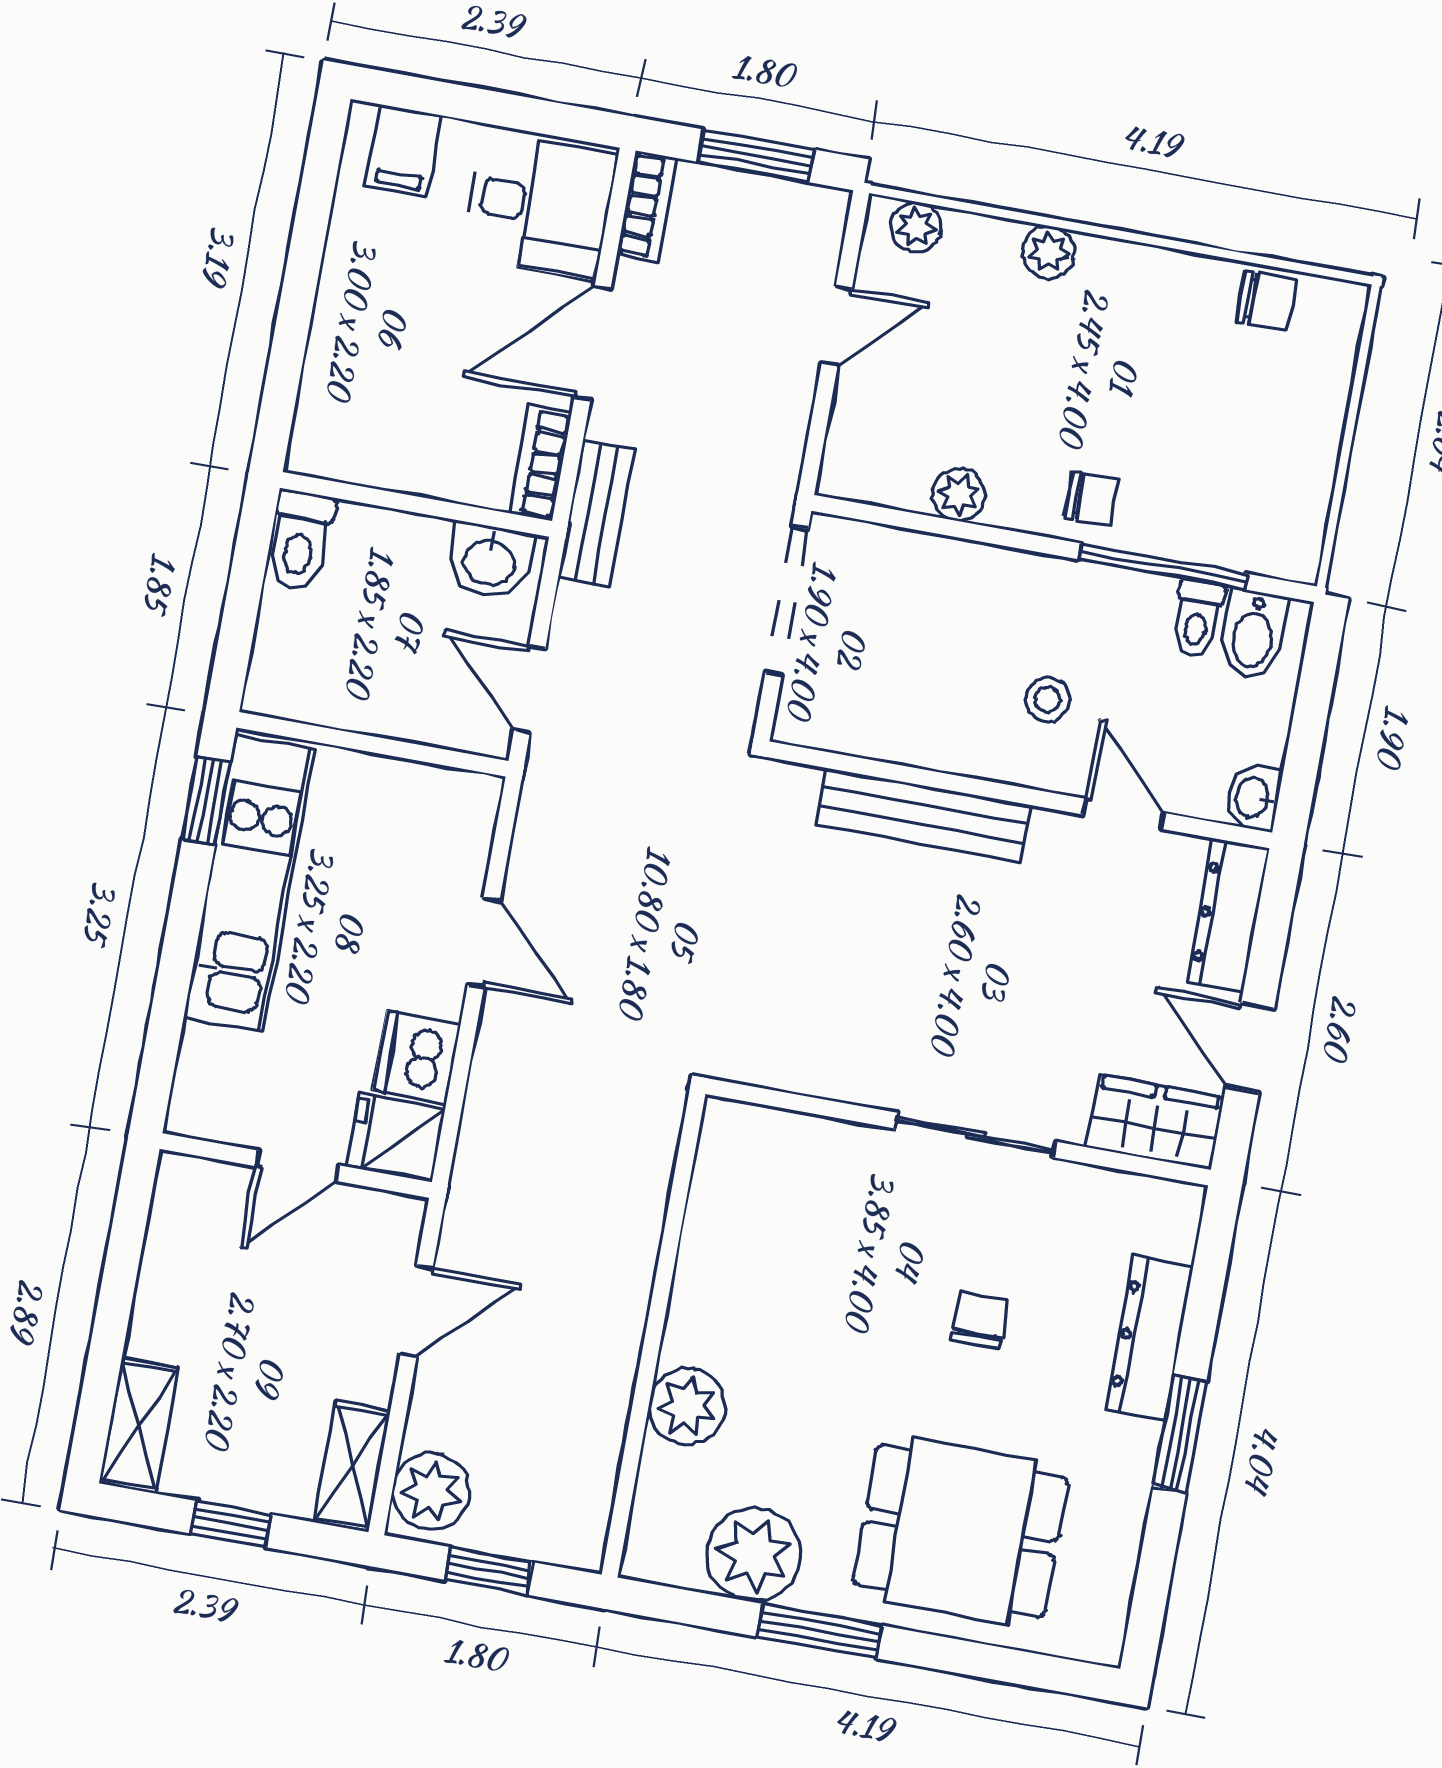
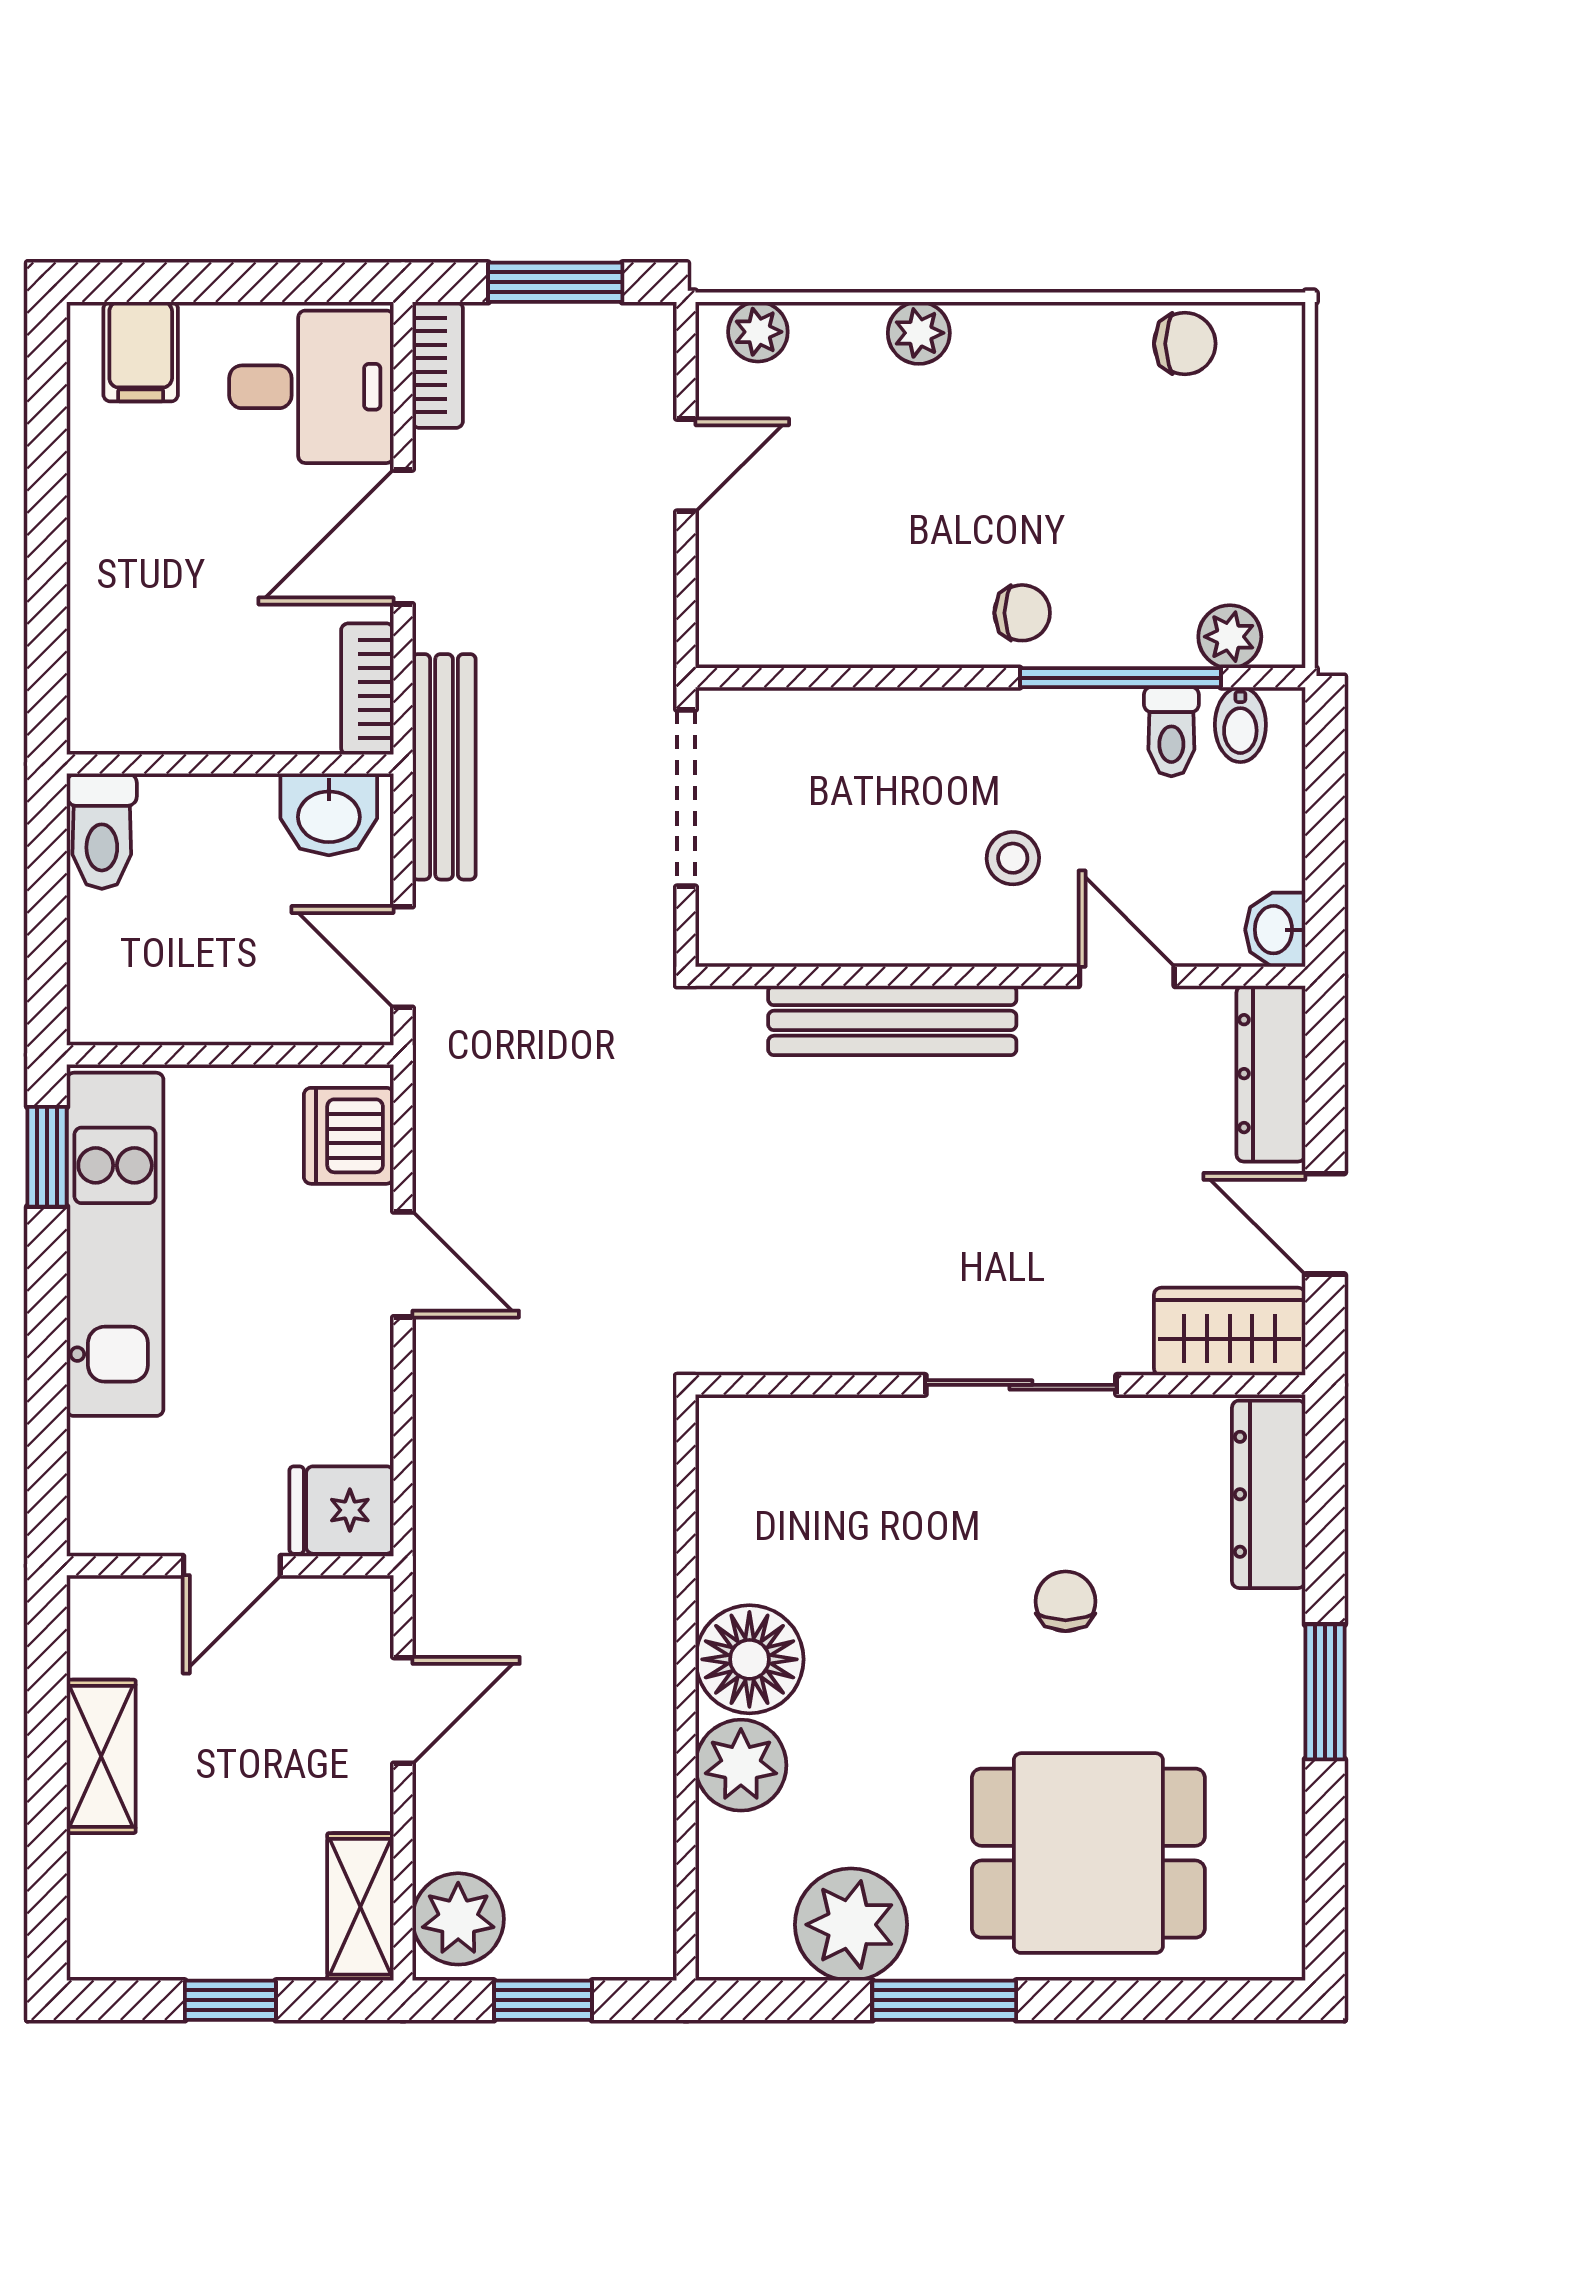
plant: (959, 494) -> (1230, 637), moved
bench: (596, 514) -> (444, 767), width x1.36
bidet: (1253, 634) -> (1240, 725), width x0.72, depth x0.74
dishwasher: (417, 1057) -> (349, 1136), moved
floor lamp: (710, 1321) -> (749, 1659), added
dresser: (1149, 1338) -> (1269, 1494), moved
shelving: (139, 1425) -> (101, 1756), moved

